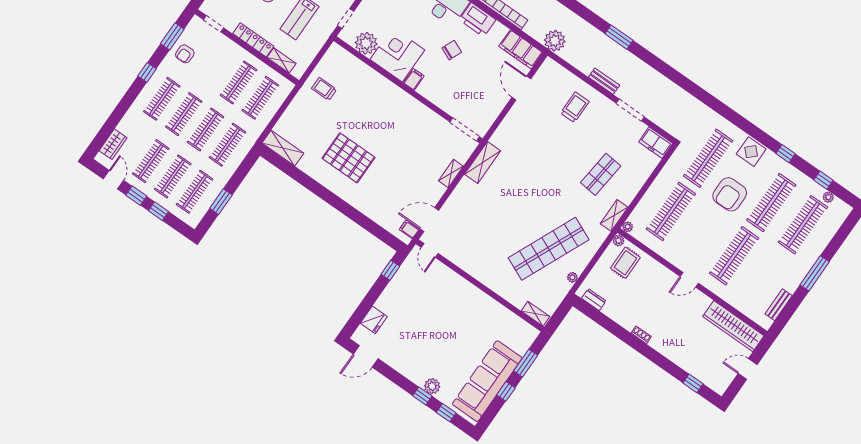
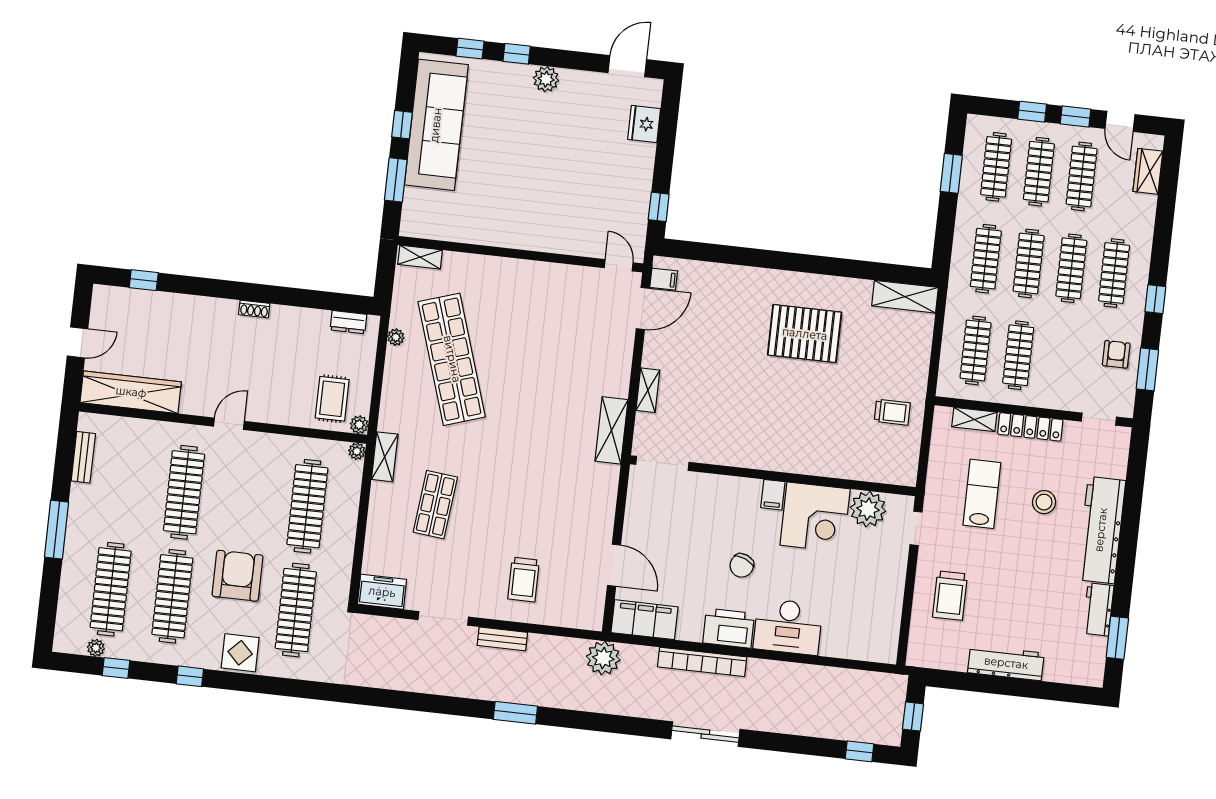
shop shelf: (549, 249) -> (452, 359), turned -42
plant: (432, 386) -> (546, 79), moved

